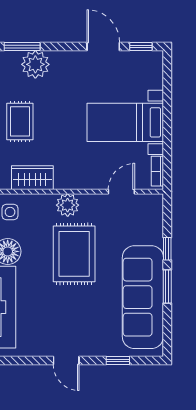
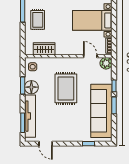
door: (121, 192) -> (90, 56), hinge flipped
plant: (68, 205) -> (106, 63), moved
door: (66, 360) -> (46, 144), moved

